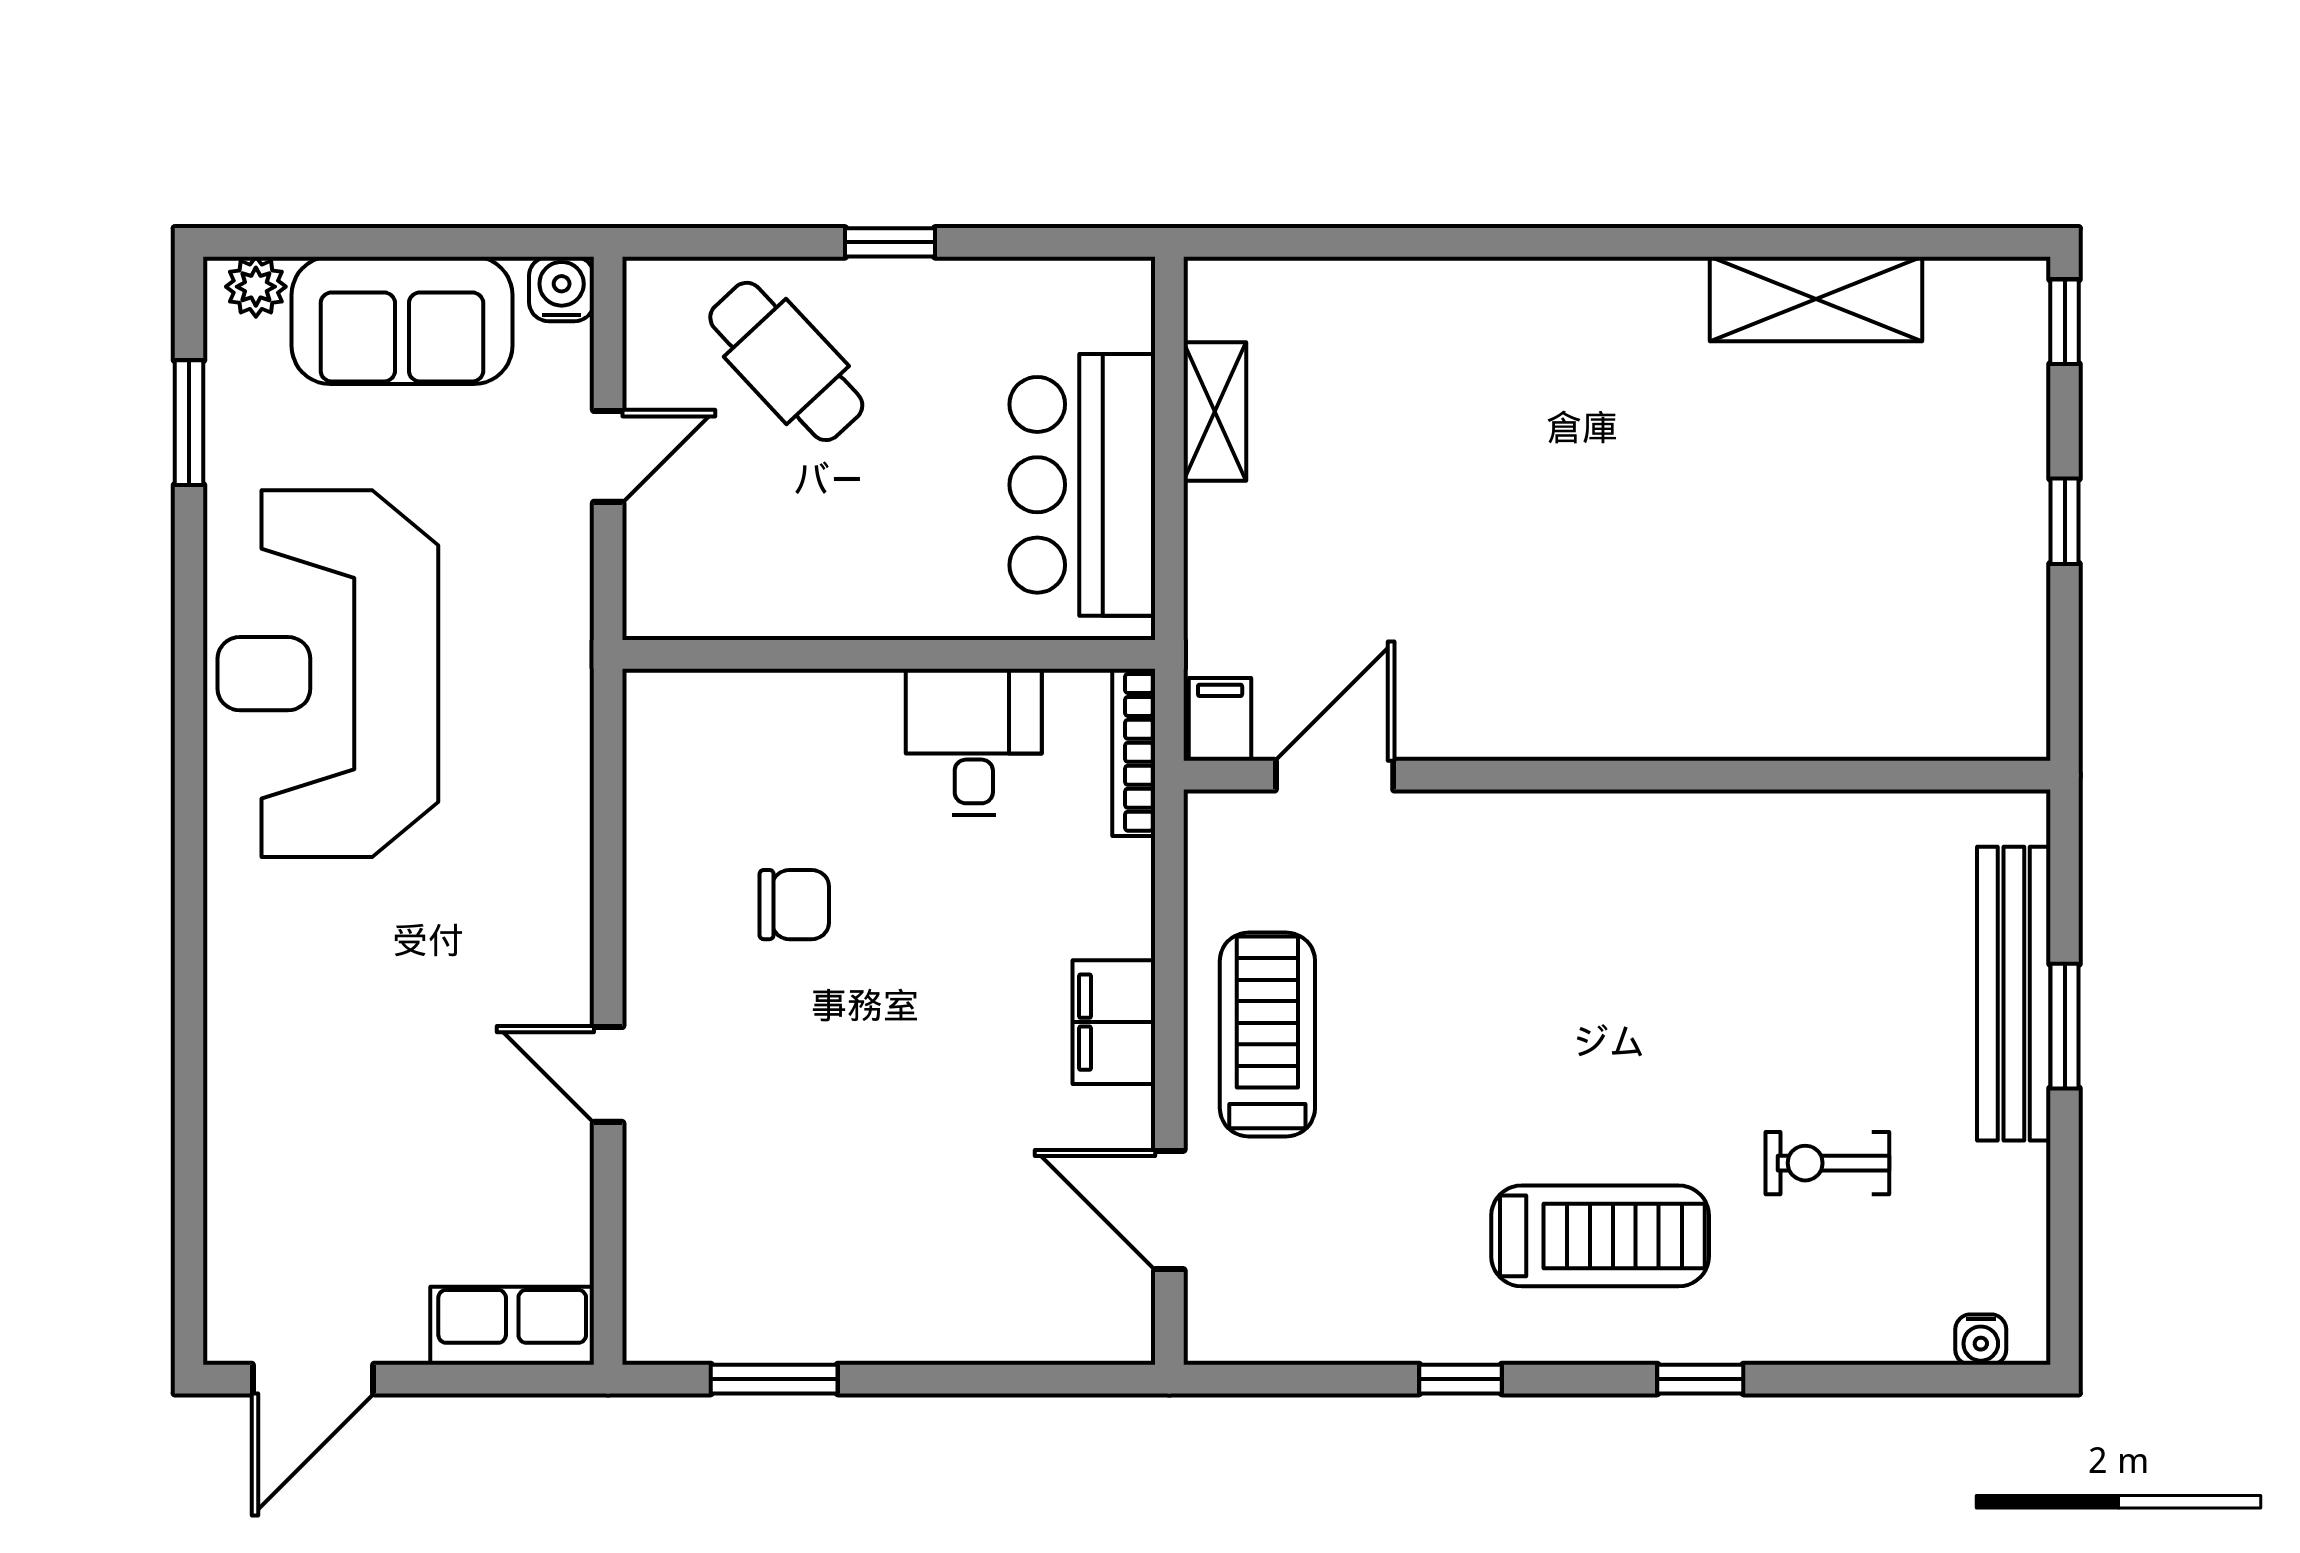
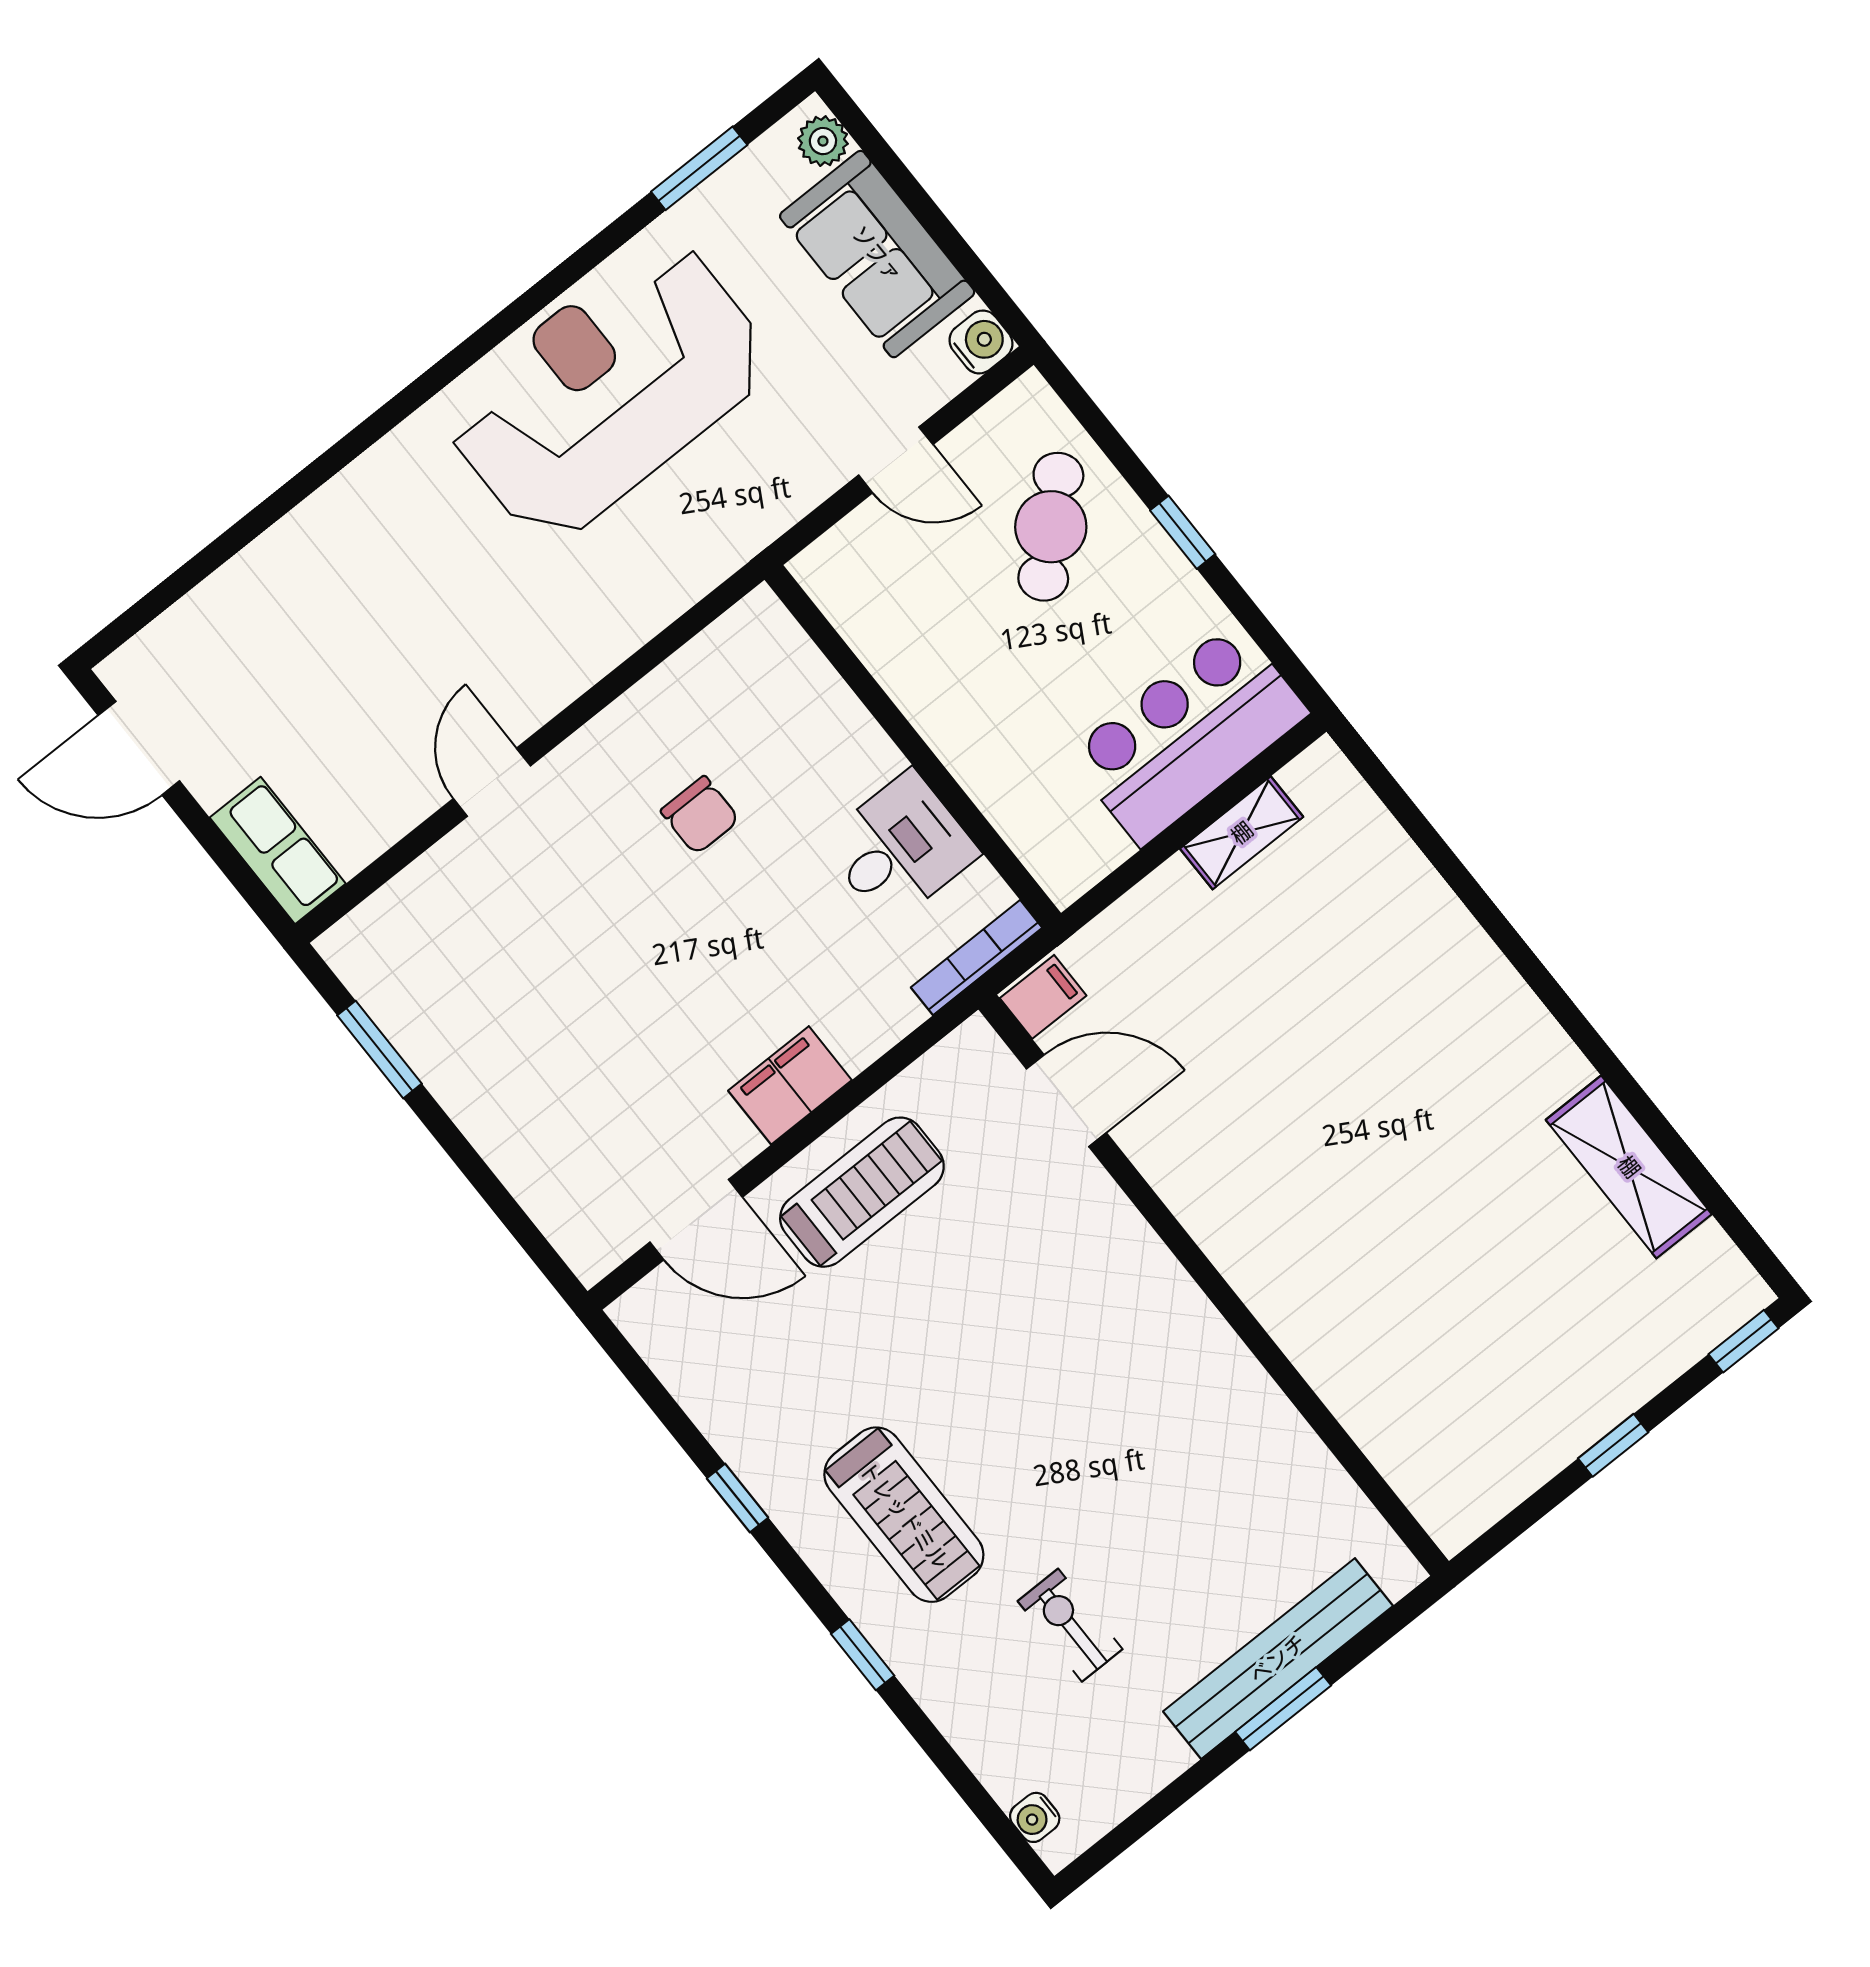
bar counter: (1082, 485) -> (1188, 734), moved
door: (1169, 1210) -> (696, 1220), swing flipped

